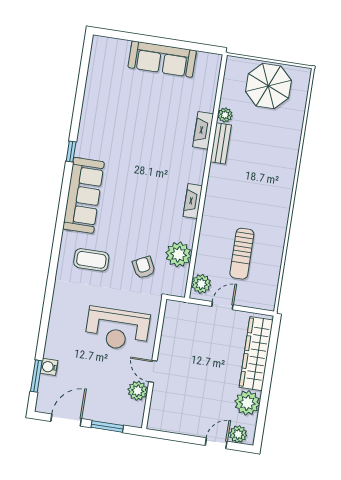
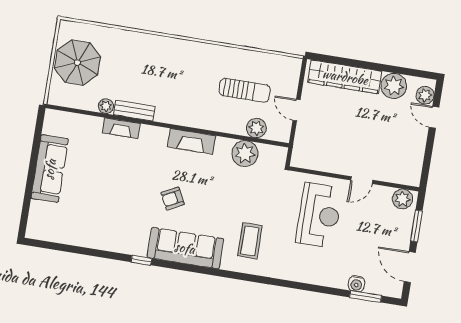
fireplace: (193, 201) -> (191, 141), width x1.37, depth x1.32
armchair: (144, 267) -> (173, 198), moved
plant: (201, 284) -> (256, 128), moved
plant: (138, 391) -> (402, 199), moved

